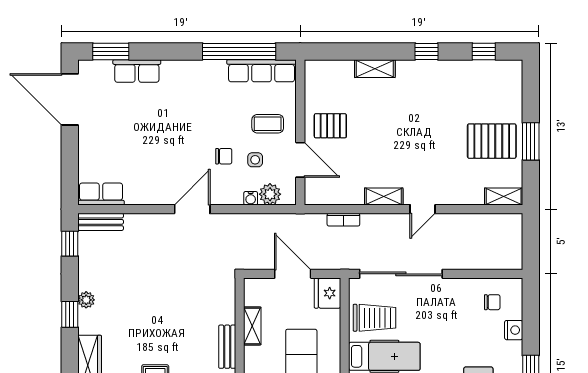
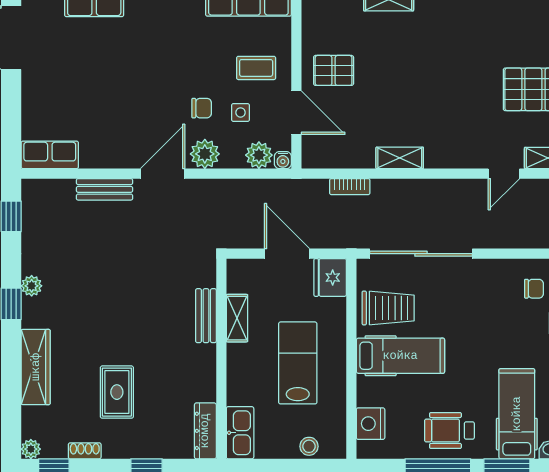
plant: (226, 193) -> (205, 154), added
water cooler: (251, 198) -> (283, 160), moved
door: (423, 209) -> (504, 174), moved
bench: (101, 222) -> (104, 189), moved
bench: (227, 347) -> (206, 316), moved

